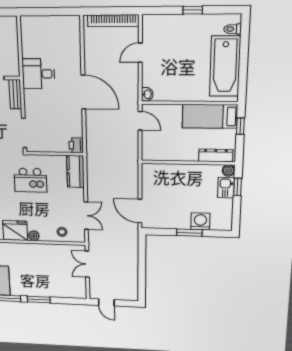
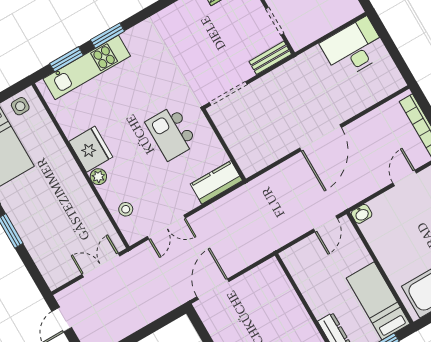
door: (140, 53) -> (405, 178), hinge flipped
desk: (38, 74) -> (354, 48), moved, width x1.37
printer: (76, 145) -> (250, 165), removed

